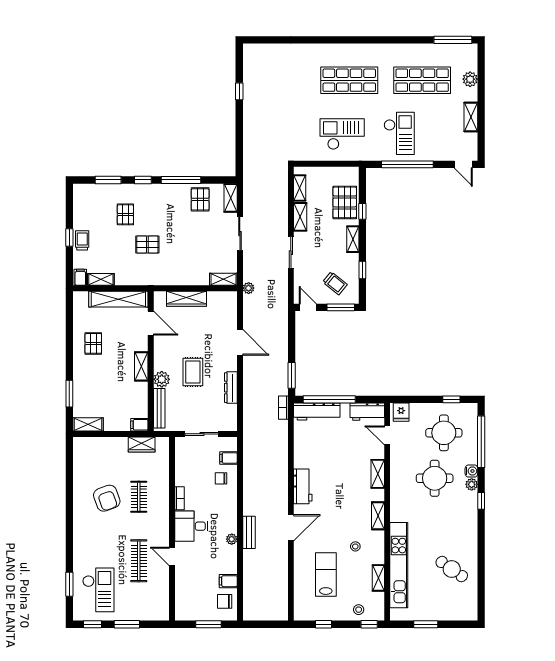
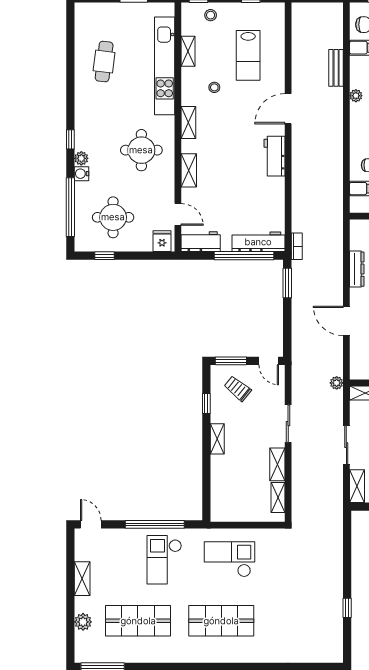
checkout: (342, 134) -> (229, 559), turned 180
pallet: (345, 202) -> (226, 481), removed
window: (362, 211) -> (206, 471), removed
round table: (435, 478) -> (141, 150), moved
bench: (249, 532) -> (336, 68), moved
cafe table: (452, 569) -> (104, 62), turned 62

